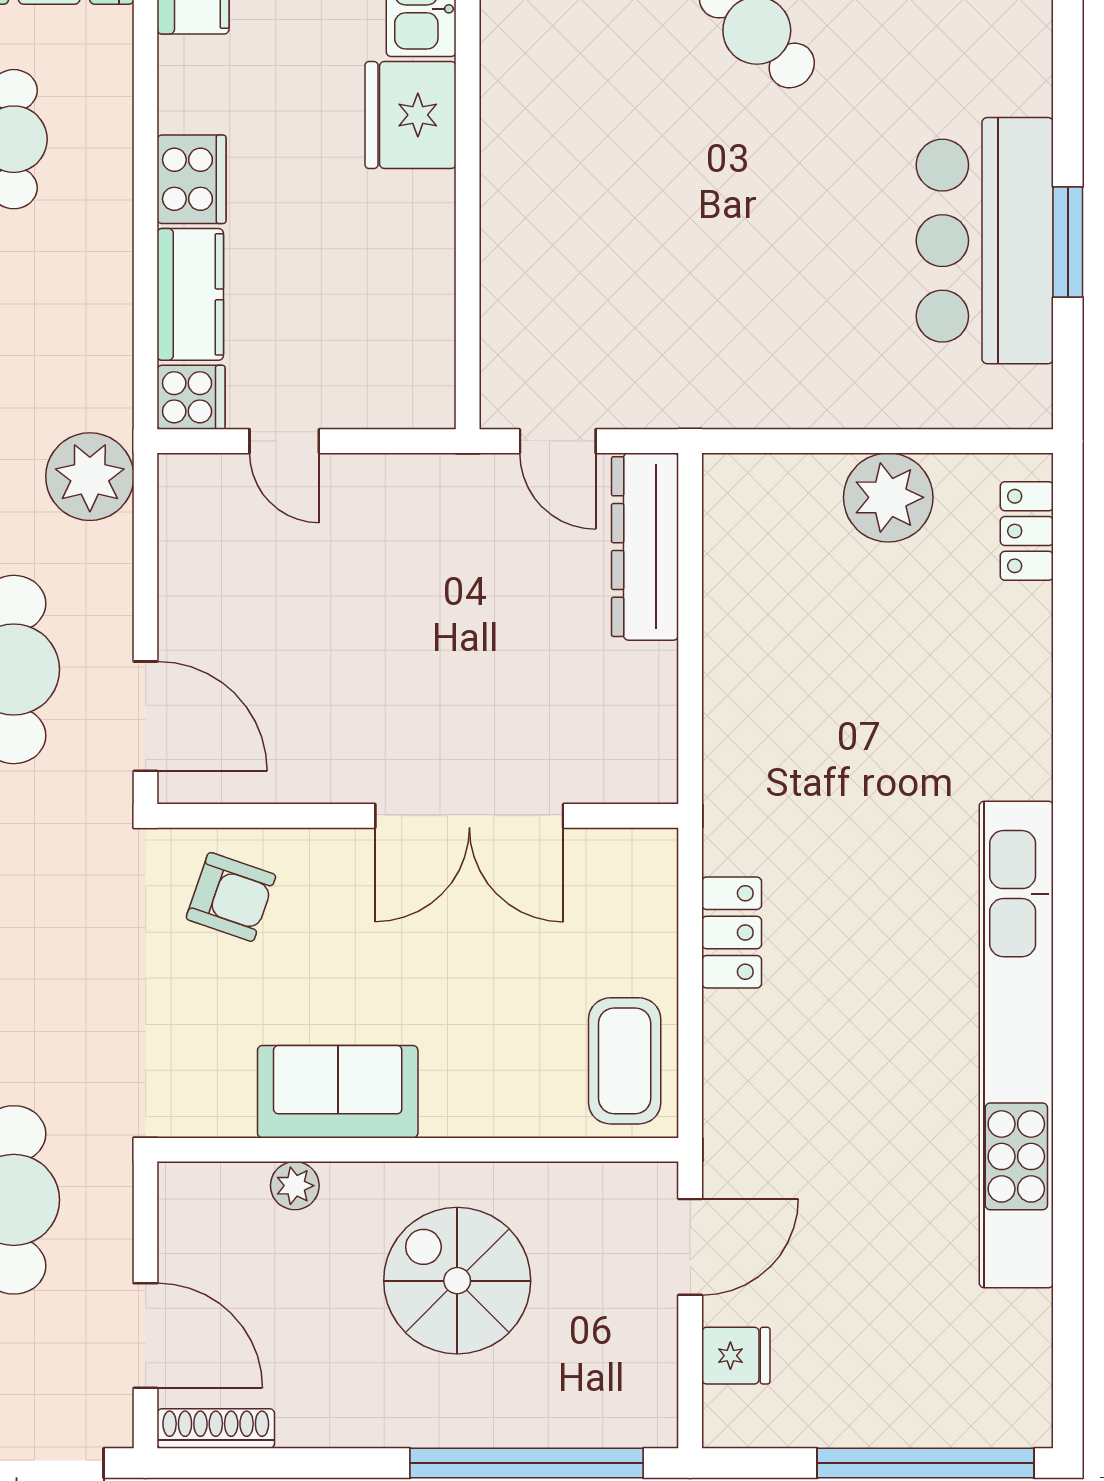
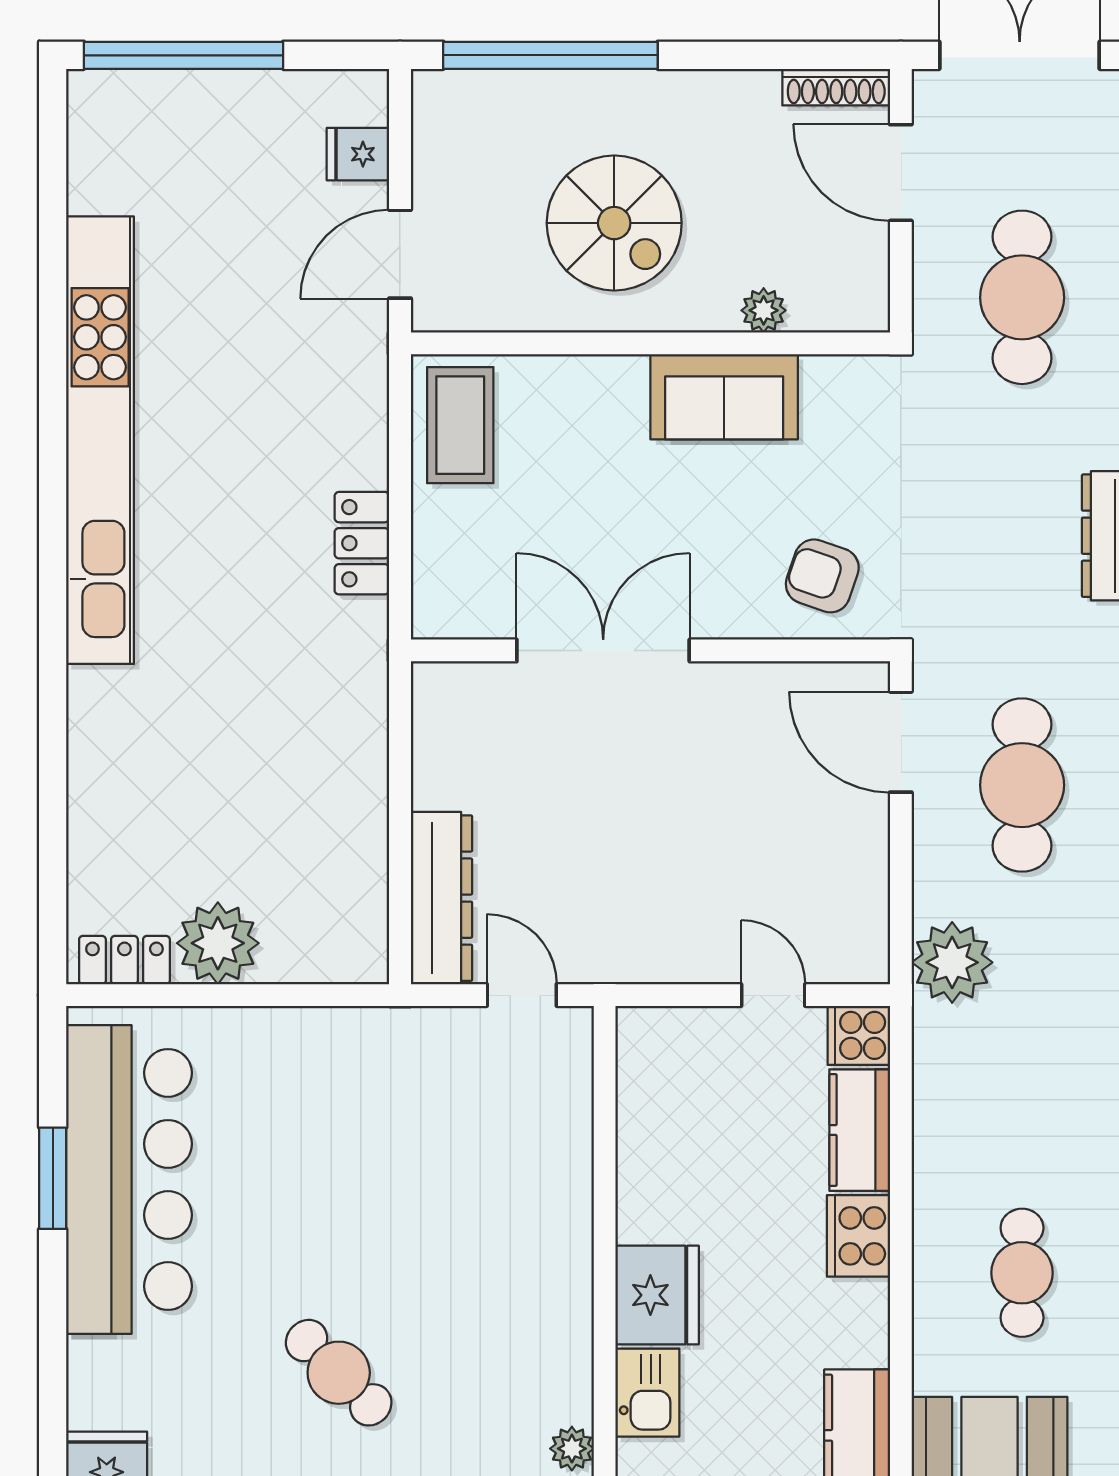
bar counter: (985, 241) -> (129, 1179), width x1.36
locker: (1027, 531) -> (124, 960), moved, turned -90

